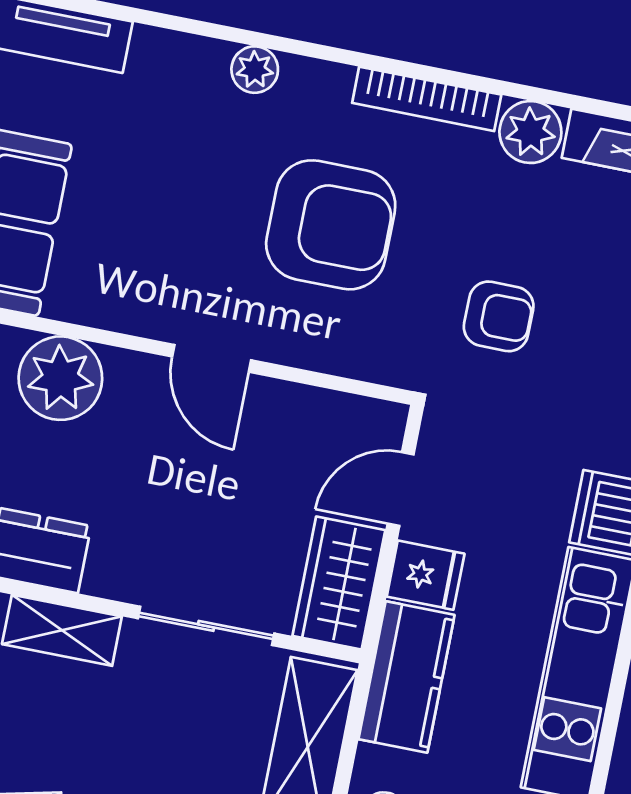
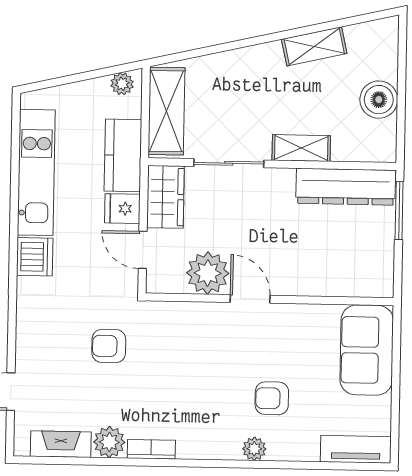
bookcase: (427, 99) -> (151, 449), width x0.64
armchair: (331, 225) -> (272, 398), moved, width x0.53, depth x0.53
plant: (60, 378) -> (208, 273), moved
door: (401, 489) -> (143, 250), swing flipped

